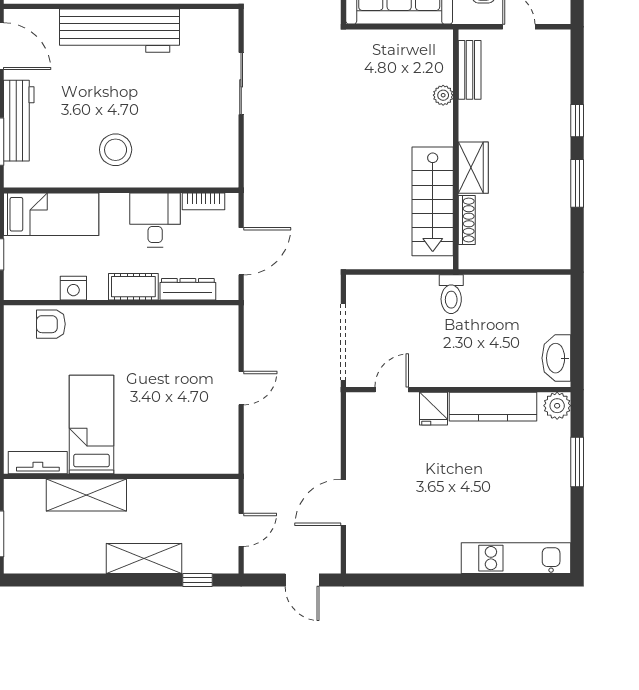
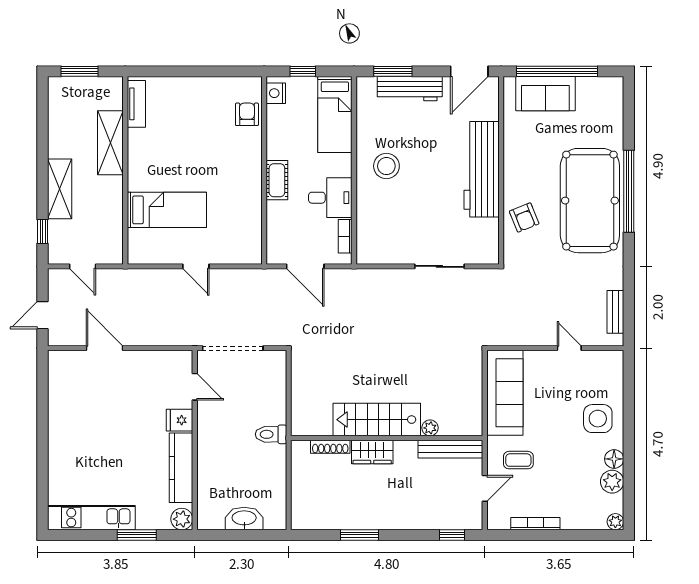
bench: (470, 70) -> (450, 449), width x1.36
window: (577, 121) -> (452, 535), moved
stairs: (433, 201) -> (377, 420), moved
nightstand: (73, 288) -> (276, 93), moved
dresser: (188, 289) -> (275, 224), removed
washbasin: (556, 358) -> (244, 518), moved
bed: (92, 424) -> (167, 210), moved
kitchen unit: (516, 558) -> (91, 518), moved, turned -90

